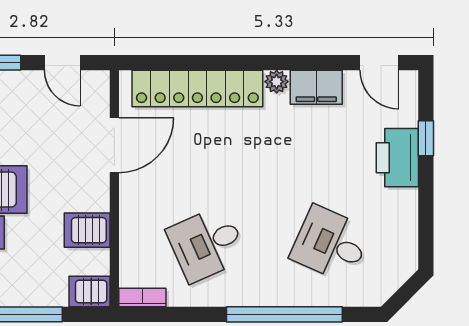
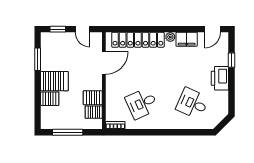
door: (379, 63) -> (212, 29), hinge flipped
printer: (397, 158) -> (220, 78), moved
server rack: (89, 291) -> (94, 112), moved
window: (284, 314) -> (174, 132), removed

